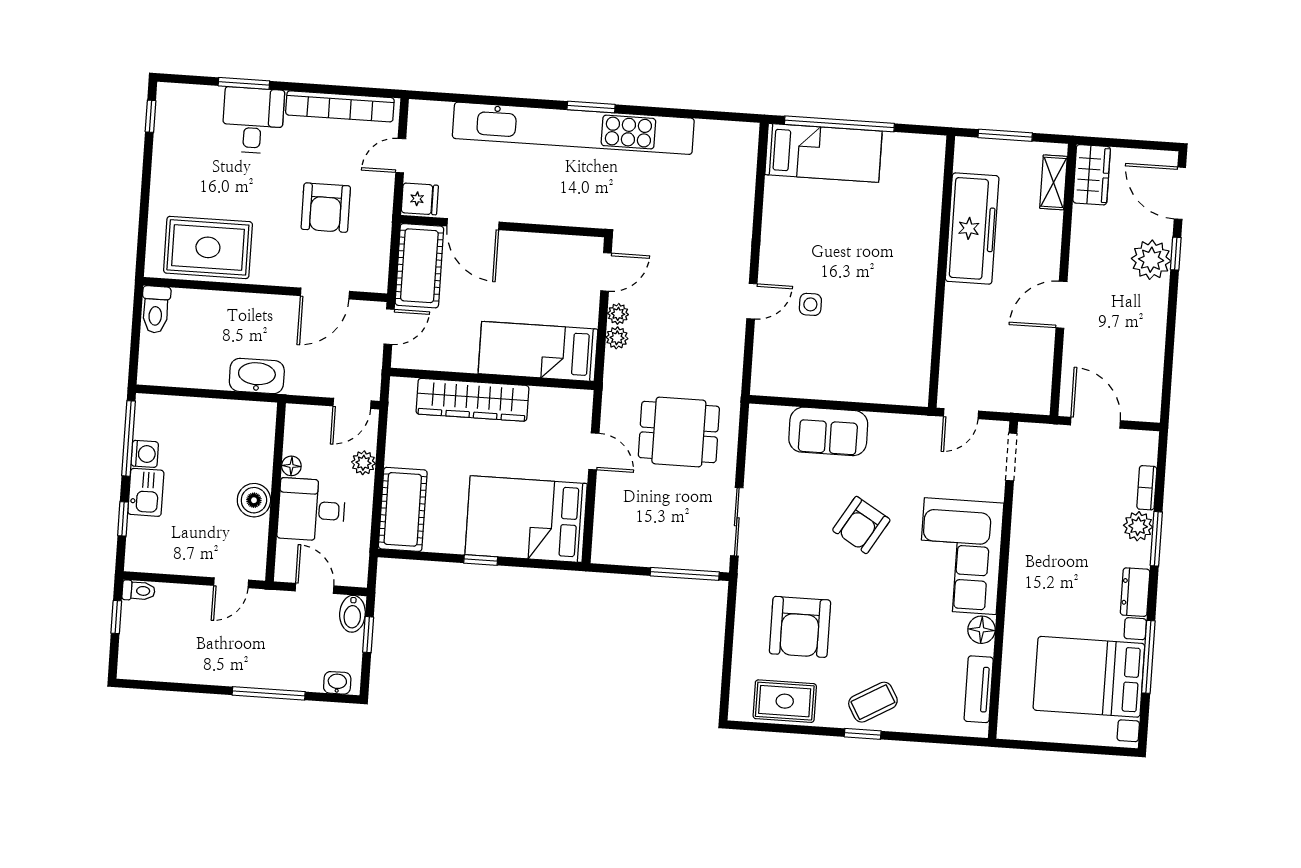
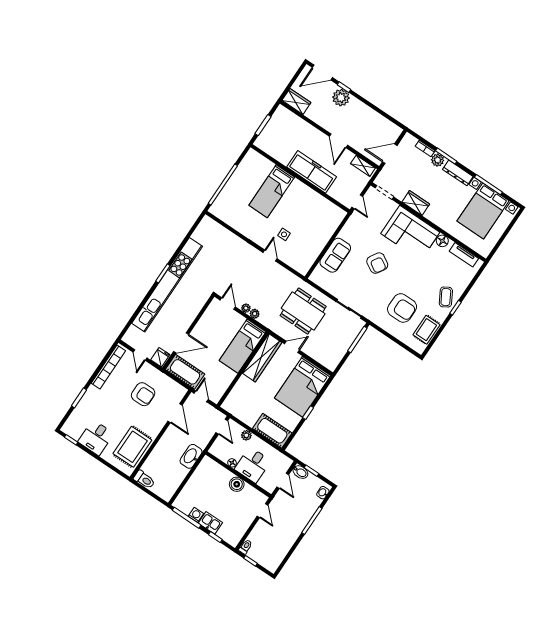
desk: (253, 120) -> (96, 438), moved, turned -90
bed: (823, 153) -> (272, 191), moved, turned 180
shelving: (1053, 182) -> (363, 166), moved
freezer: (972, 229) -> (312, 172), moved
wardrobe: (472, 400) -> (262, 358), moved
dining table: (679, 432) -> (303, 311), width x1.37
wardrobe: (1027, 532) -> (416, 203), added
door: (315, 588) -> (283, 481), swing flipped
dresser: (1135, 592) -> (458, 173), width x1.44

